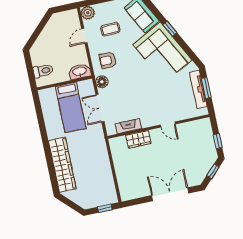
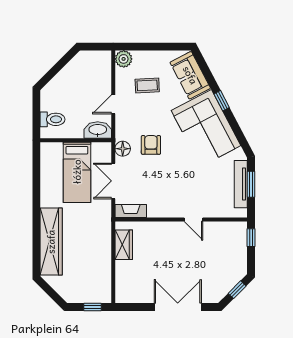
door: (84, 36) -> (113, 104), moved
armchair: (108, 60) -> (151, 145), moved, turned 90
fireplace: (128, 126) -> (131, 211), moved
wardrobe: (138, 139) -> (124, 245), moved, turned -90
window: (218, 141) -> (251, 238), moved

